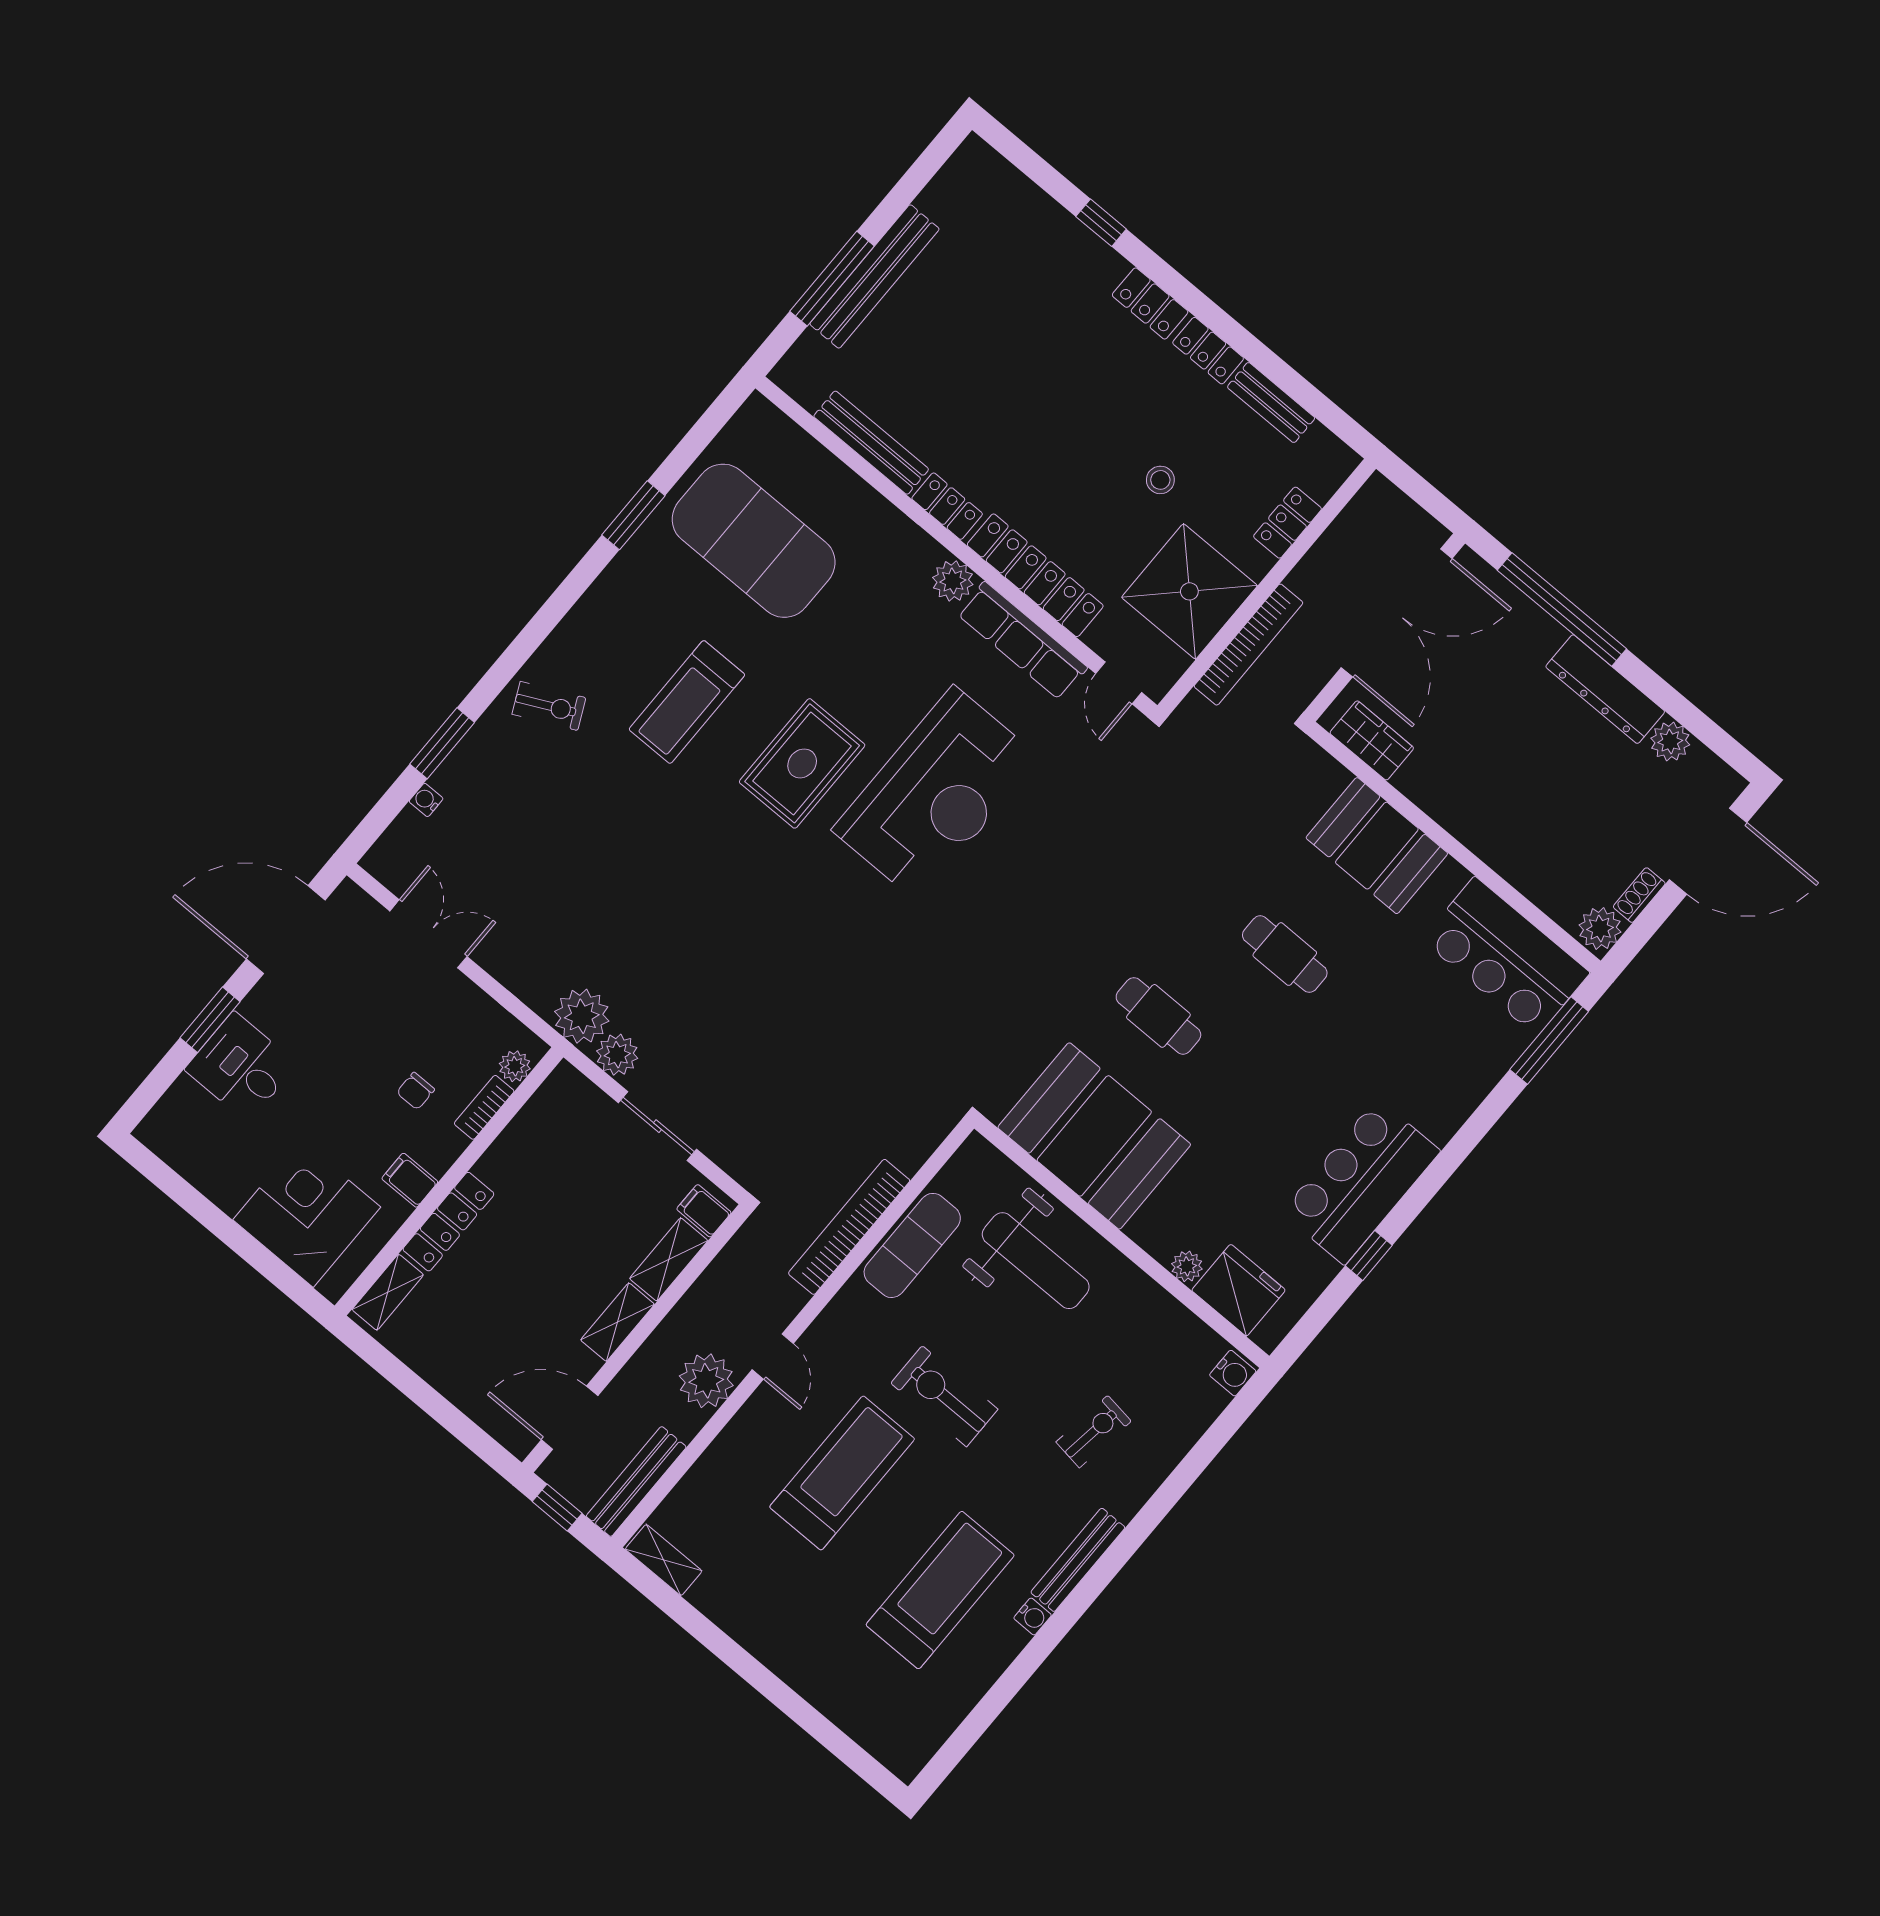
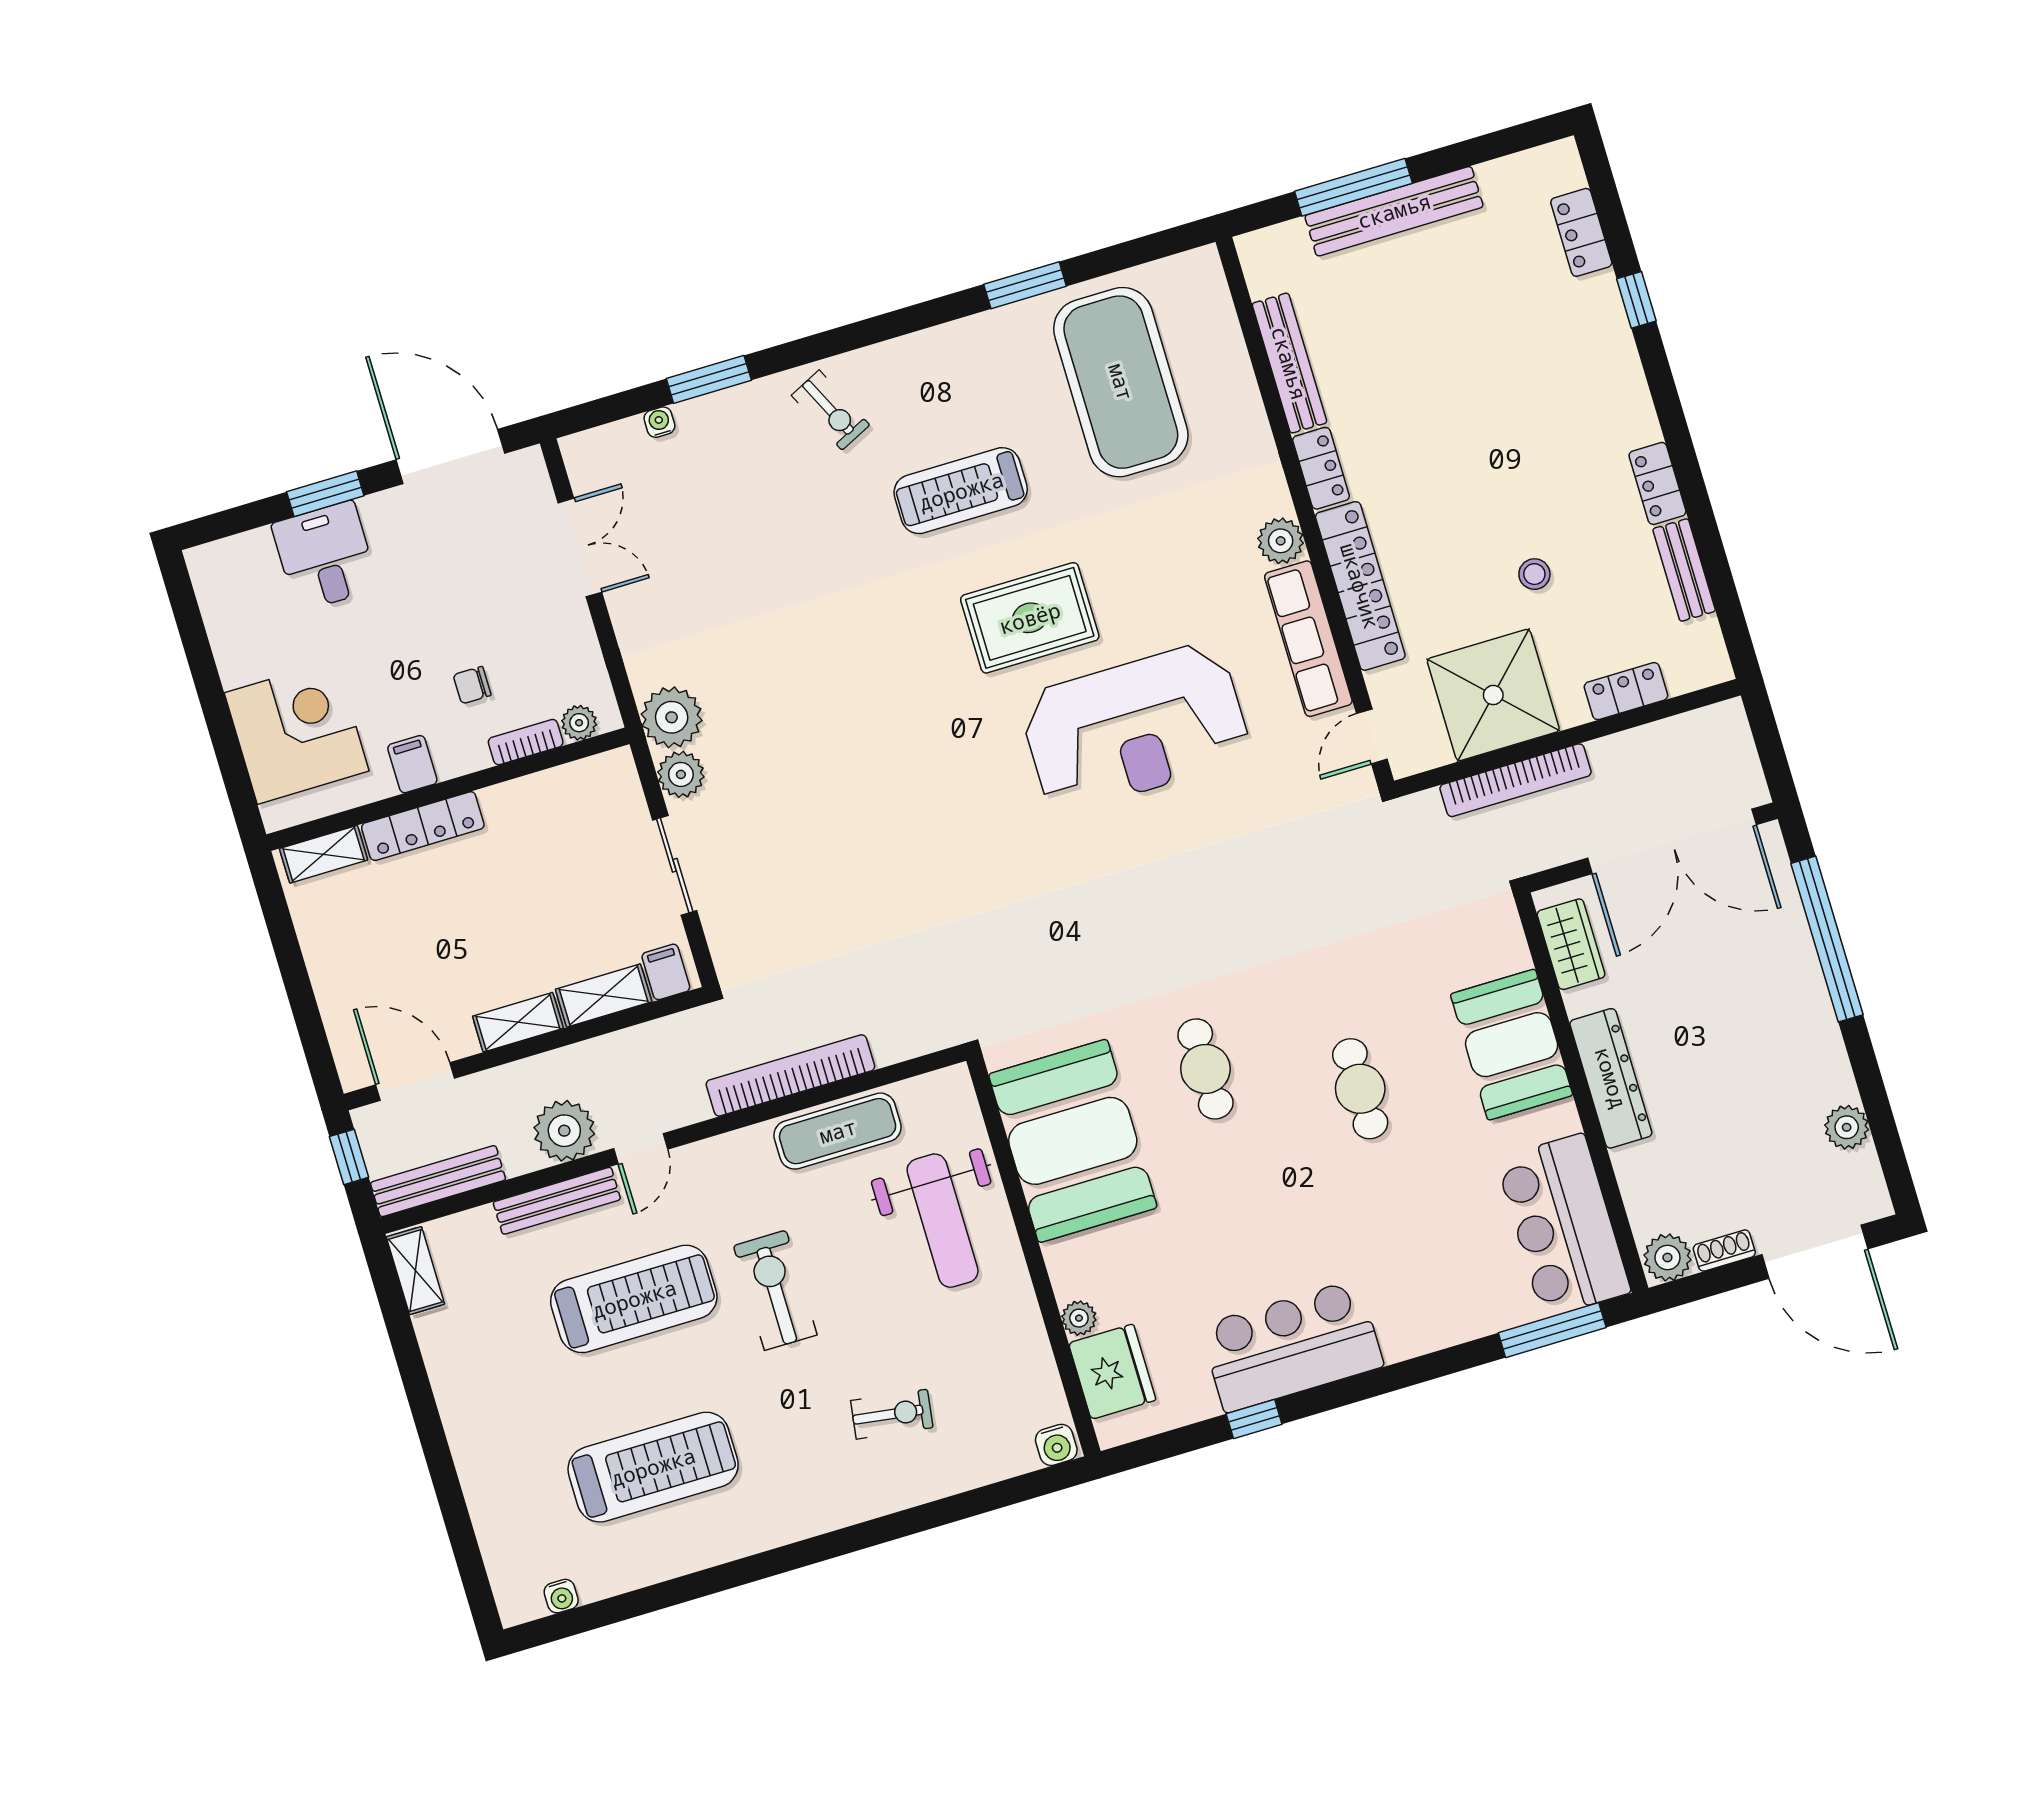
locker: (1150, 303) -> (1581, 232), moved
dresser: (1605, 689) -> (1611, 1078), moved, turned 180
bench: (1078, 1560) -> (557, 1201), moved
water cooler: (1033, 1616) -> (561, 1596), moved

